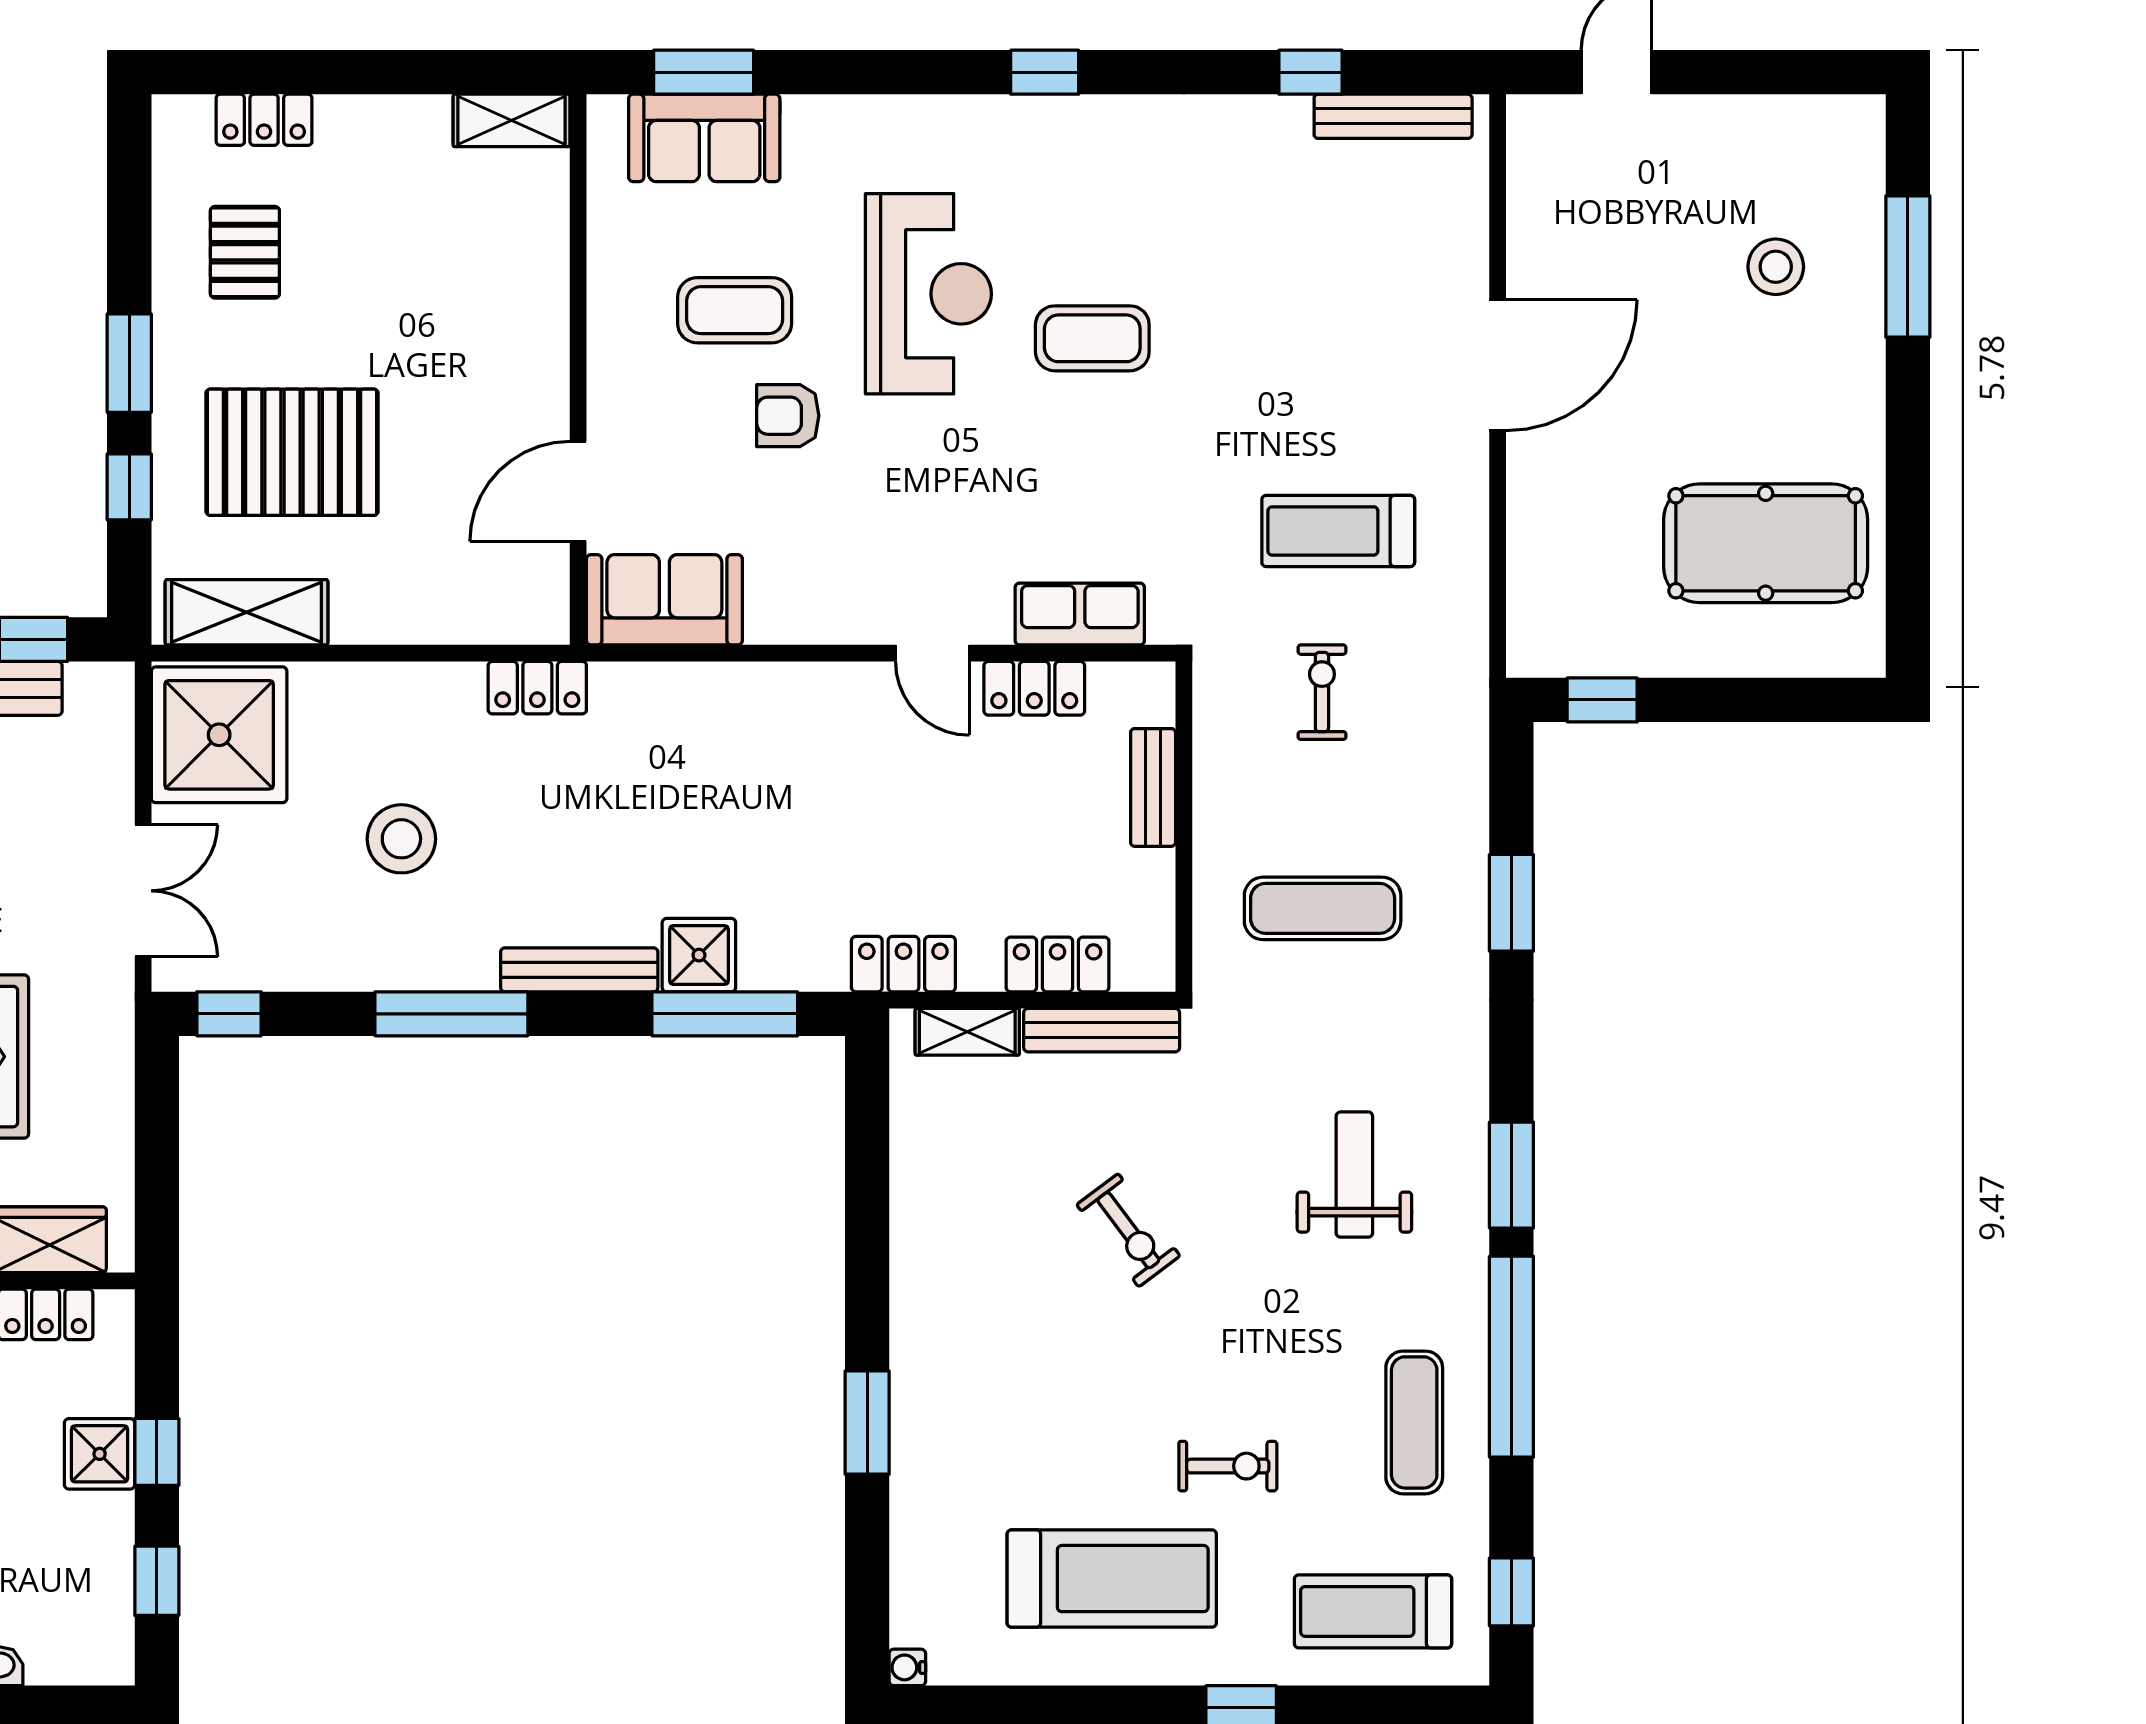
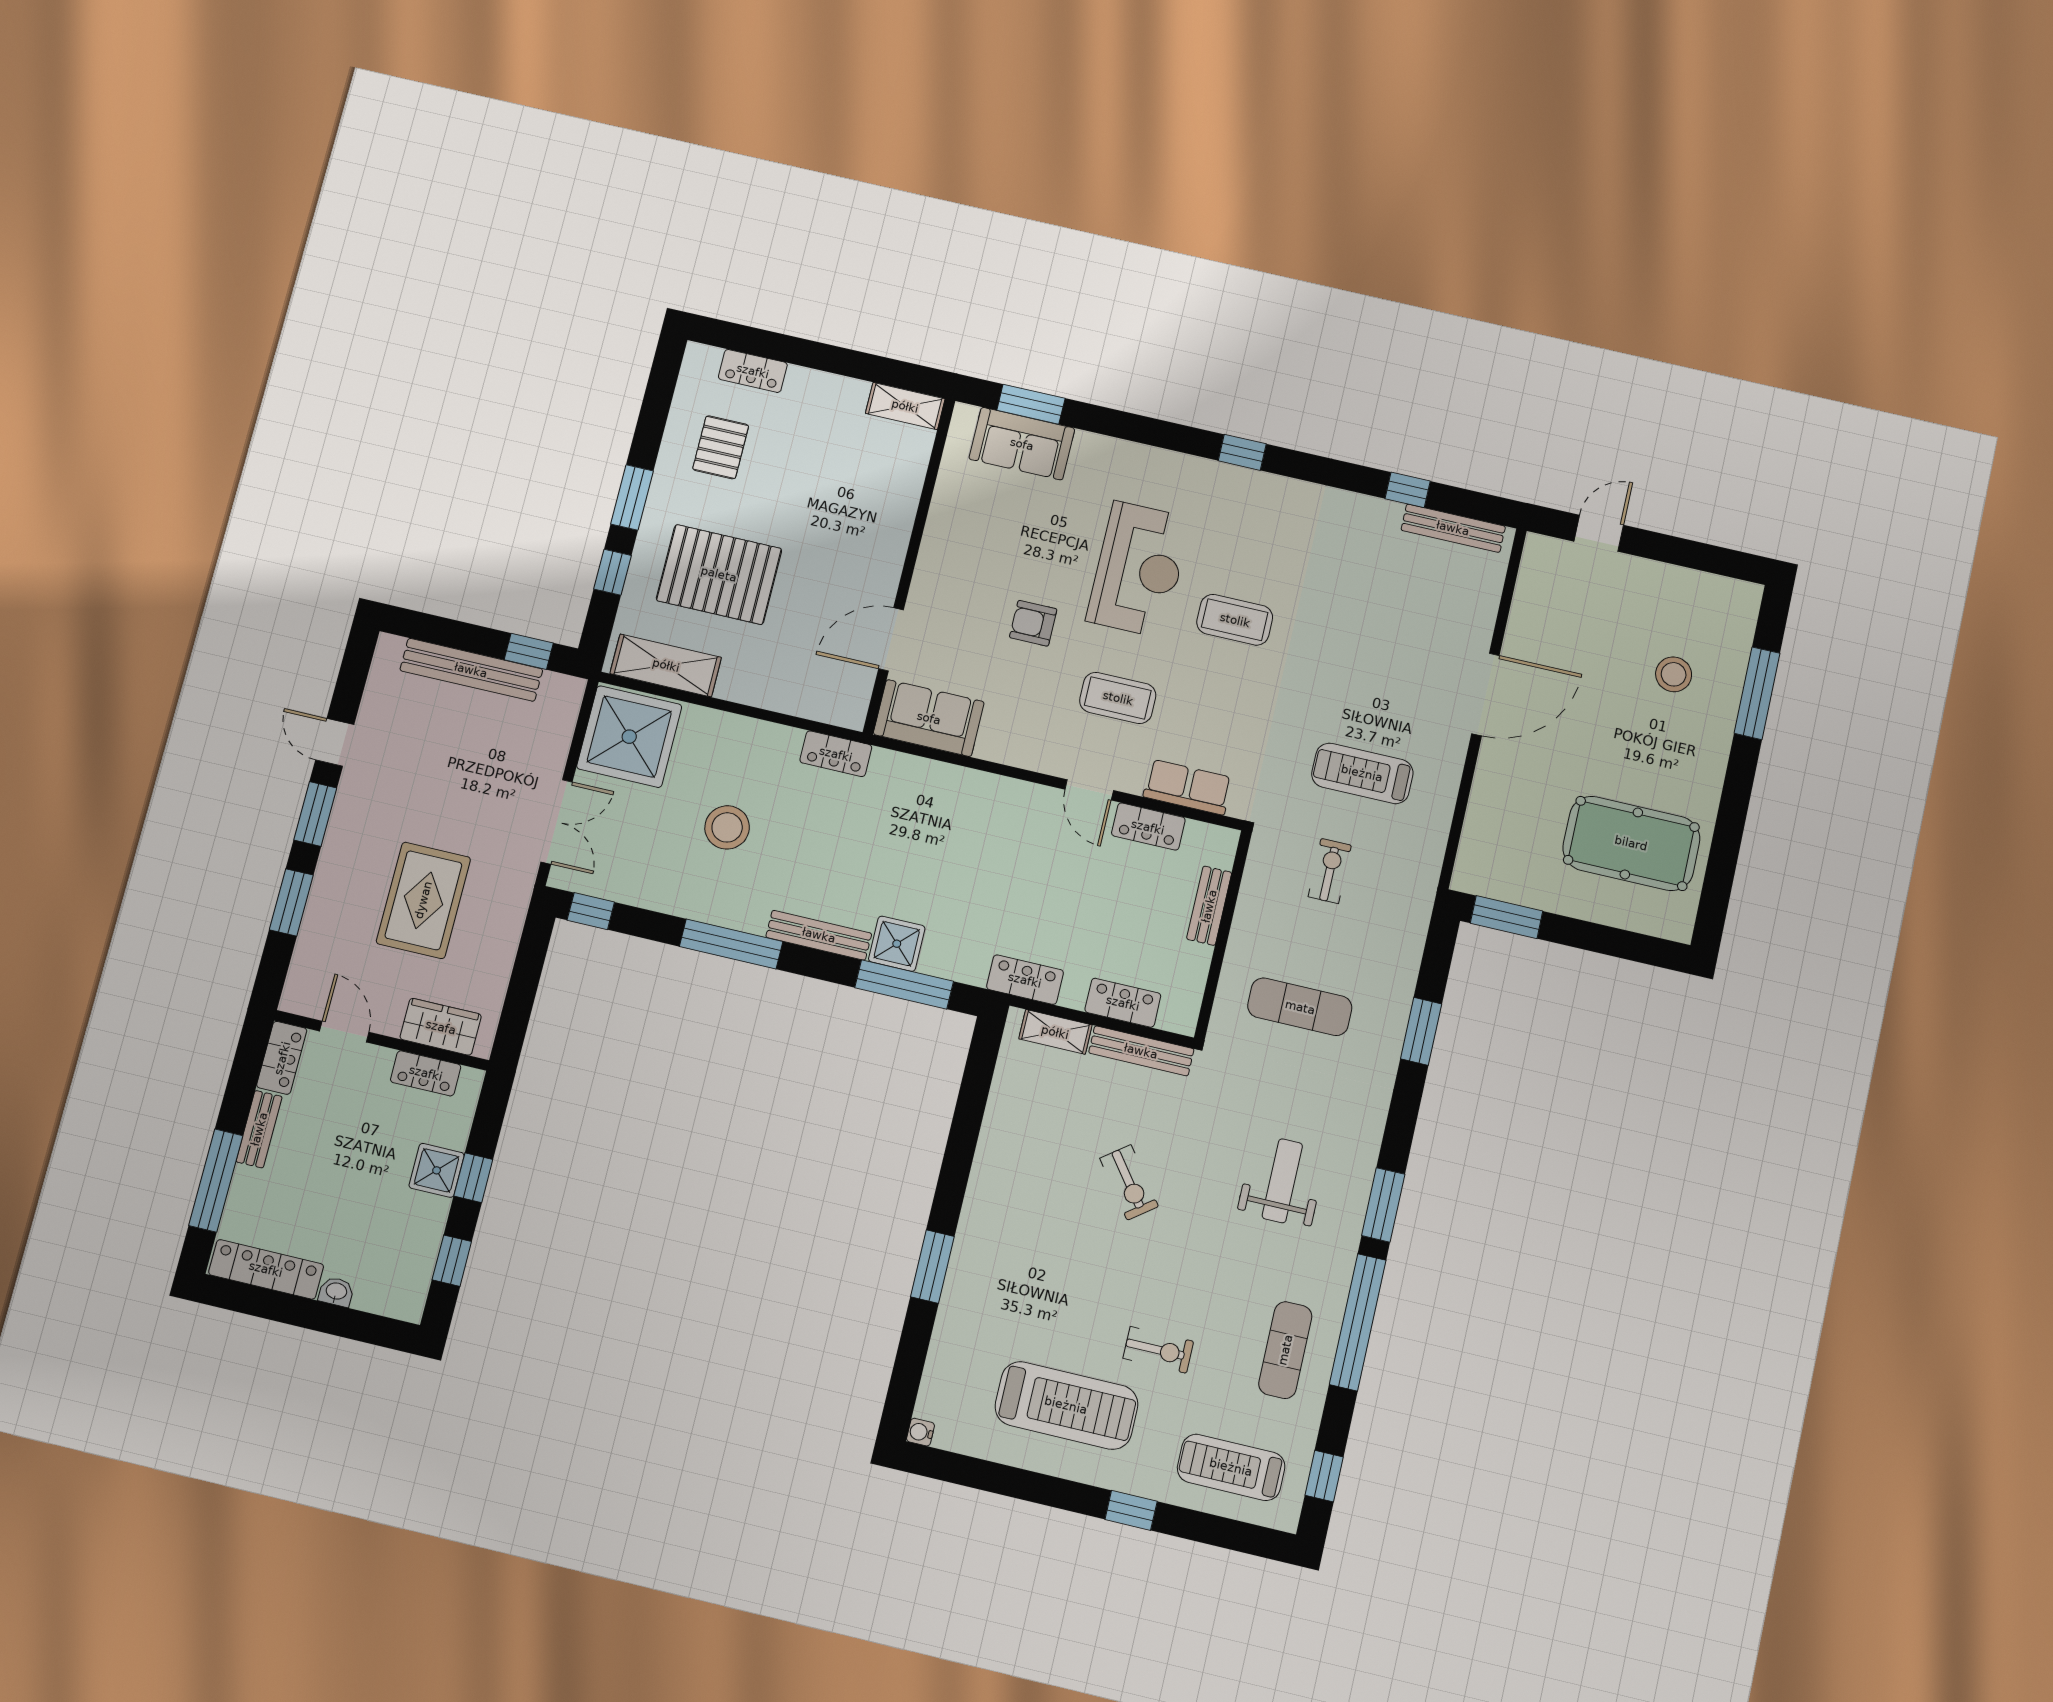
coffee table: (735, 310) -> (1118, 698), moved
window: (1602, 700) -> (1507, 917), width x1.50

